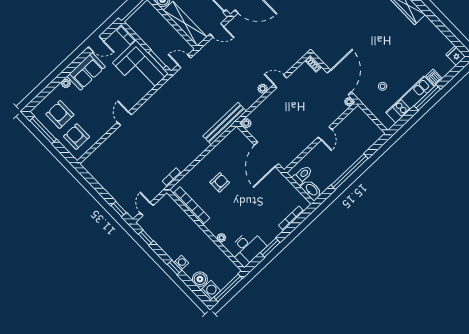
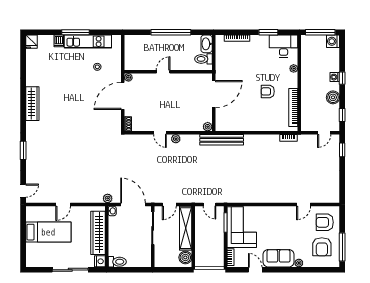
door: (217, 30) -> (169, 205), swing flipped
door: (124, 118) -> (304, 205), moved
armchair: (77, 137) -> (325, 222), turned 90
armchair: (220, 182) -> (268, 91), moved
boiler: (200, 279) -> (333, 97), moved

